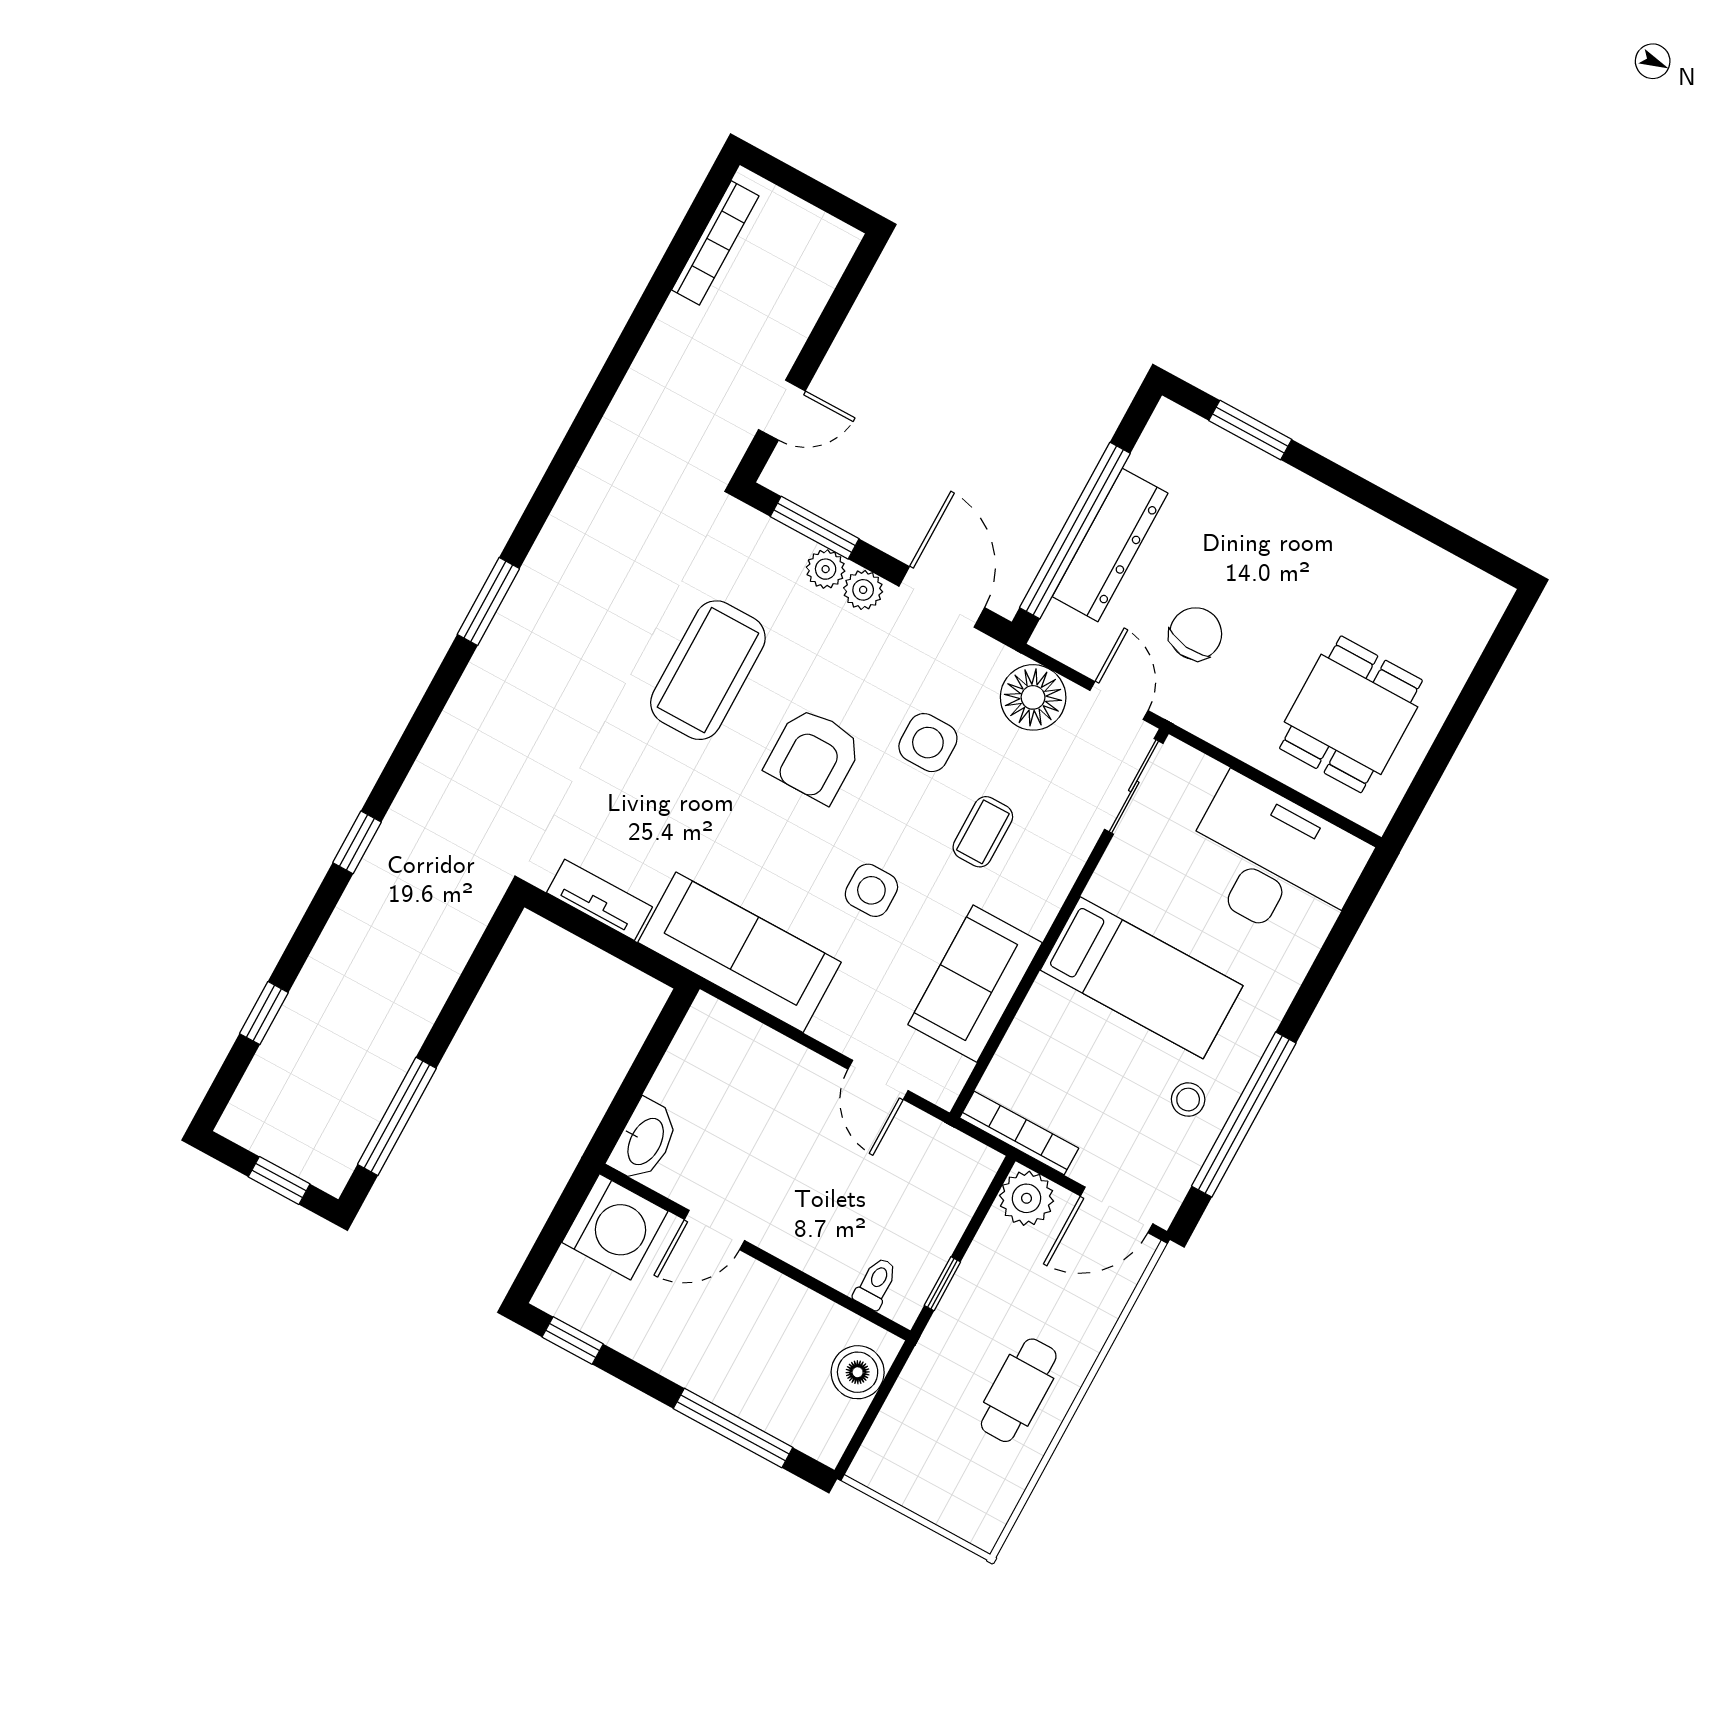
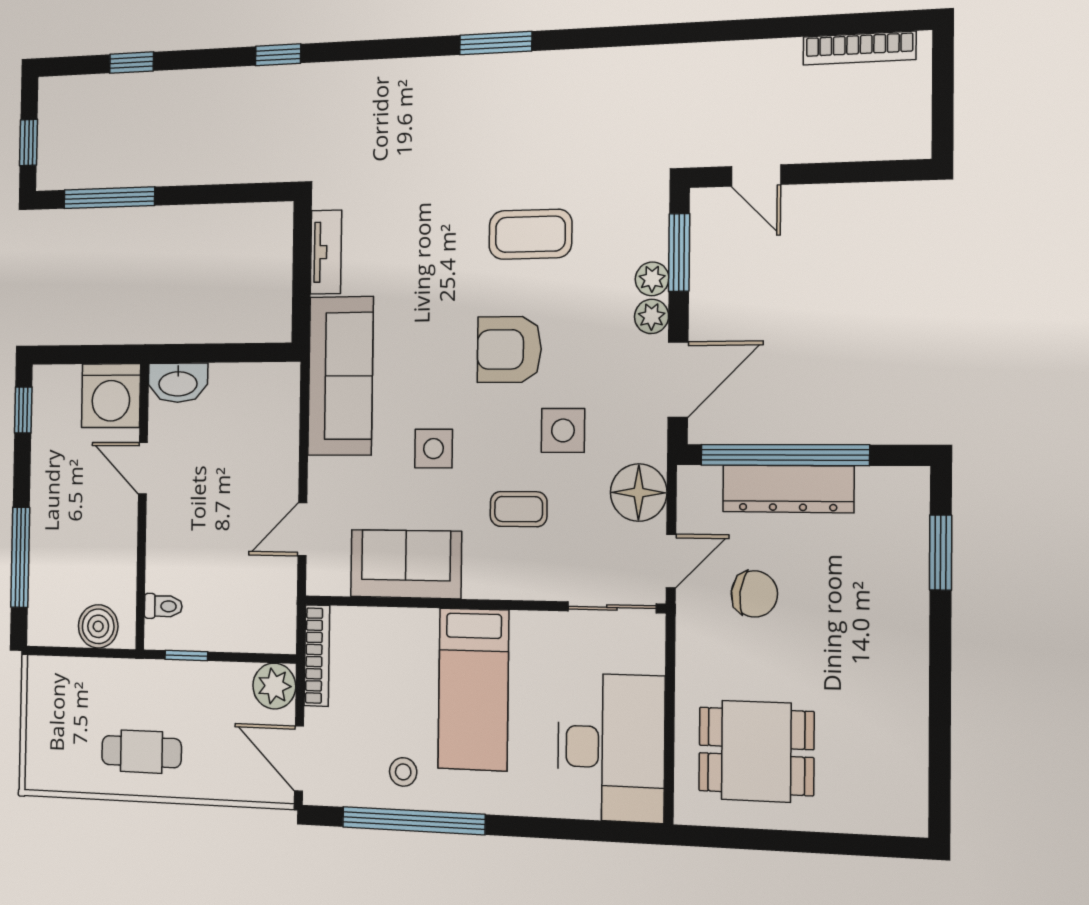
coffee table: (708, 670) -> (530, 234), width x0.73, depth x0.76

